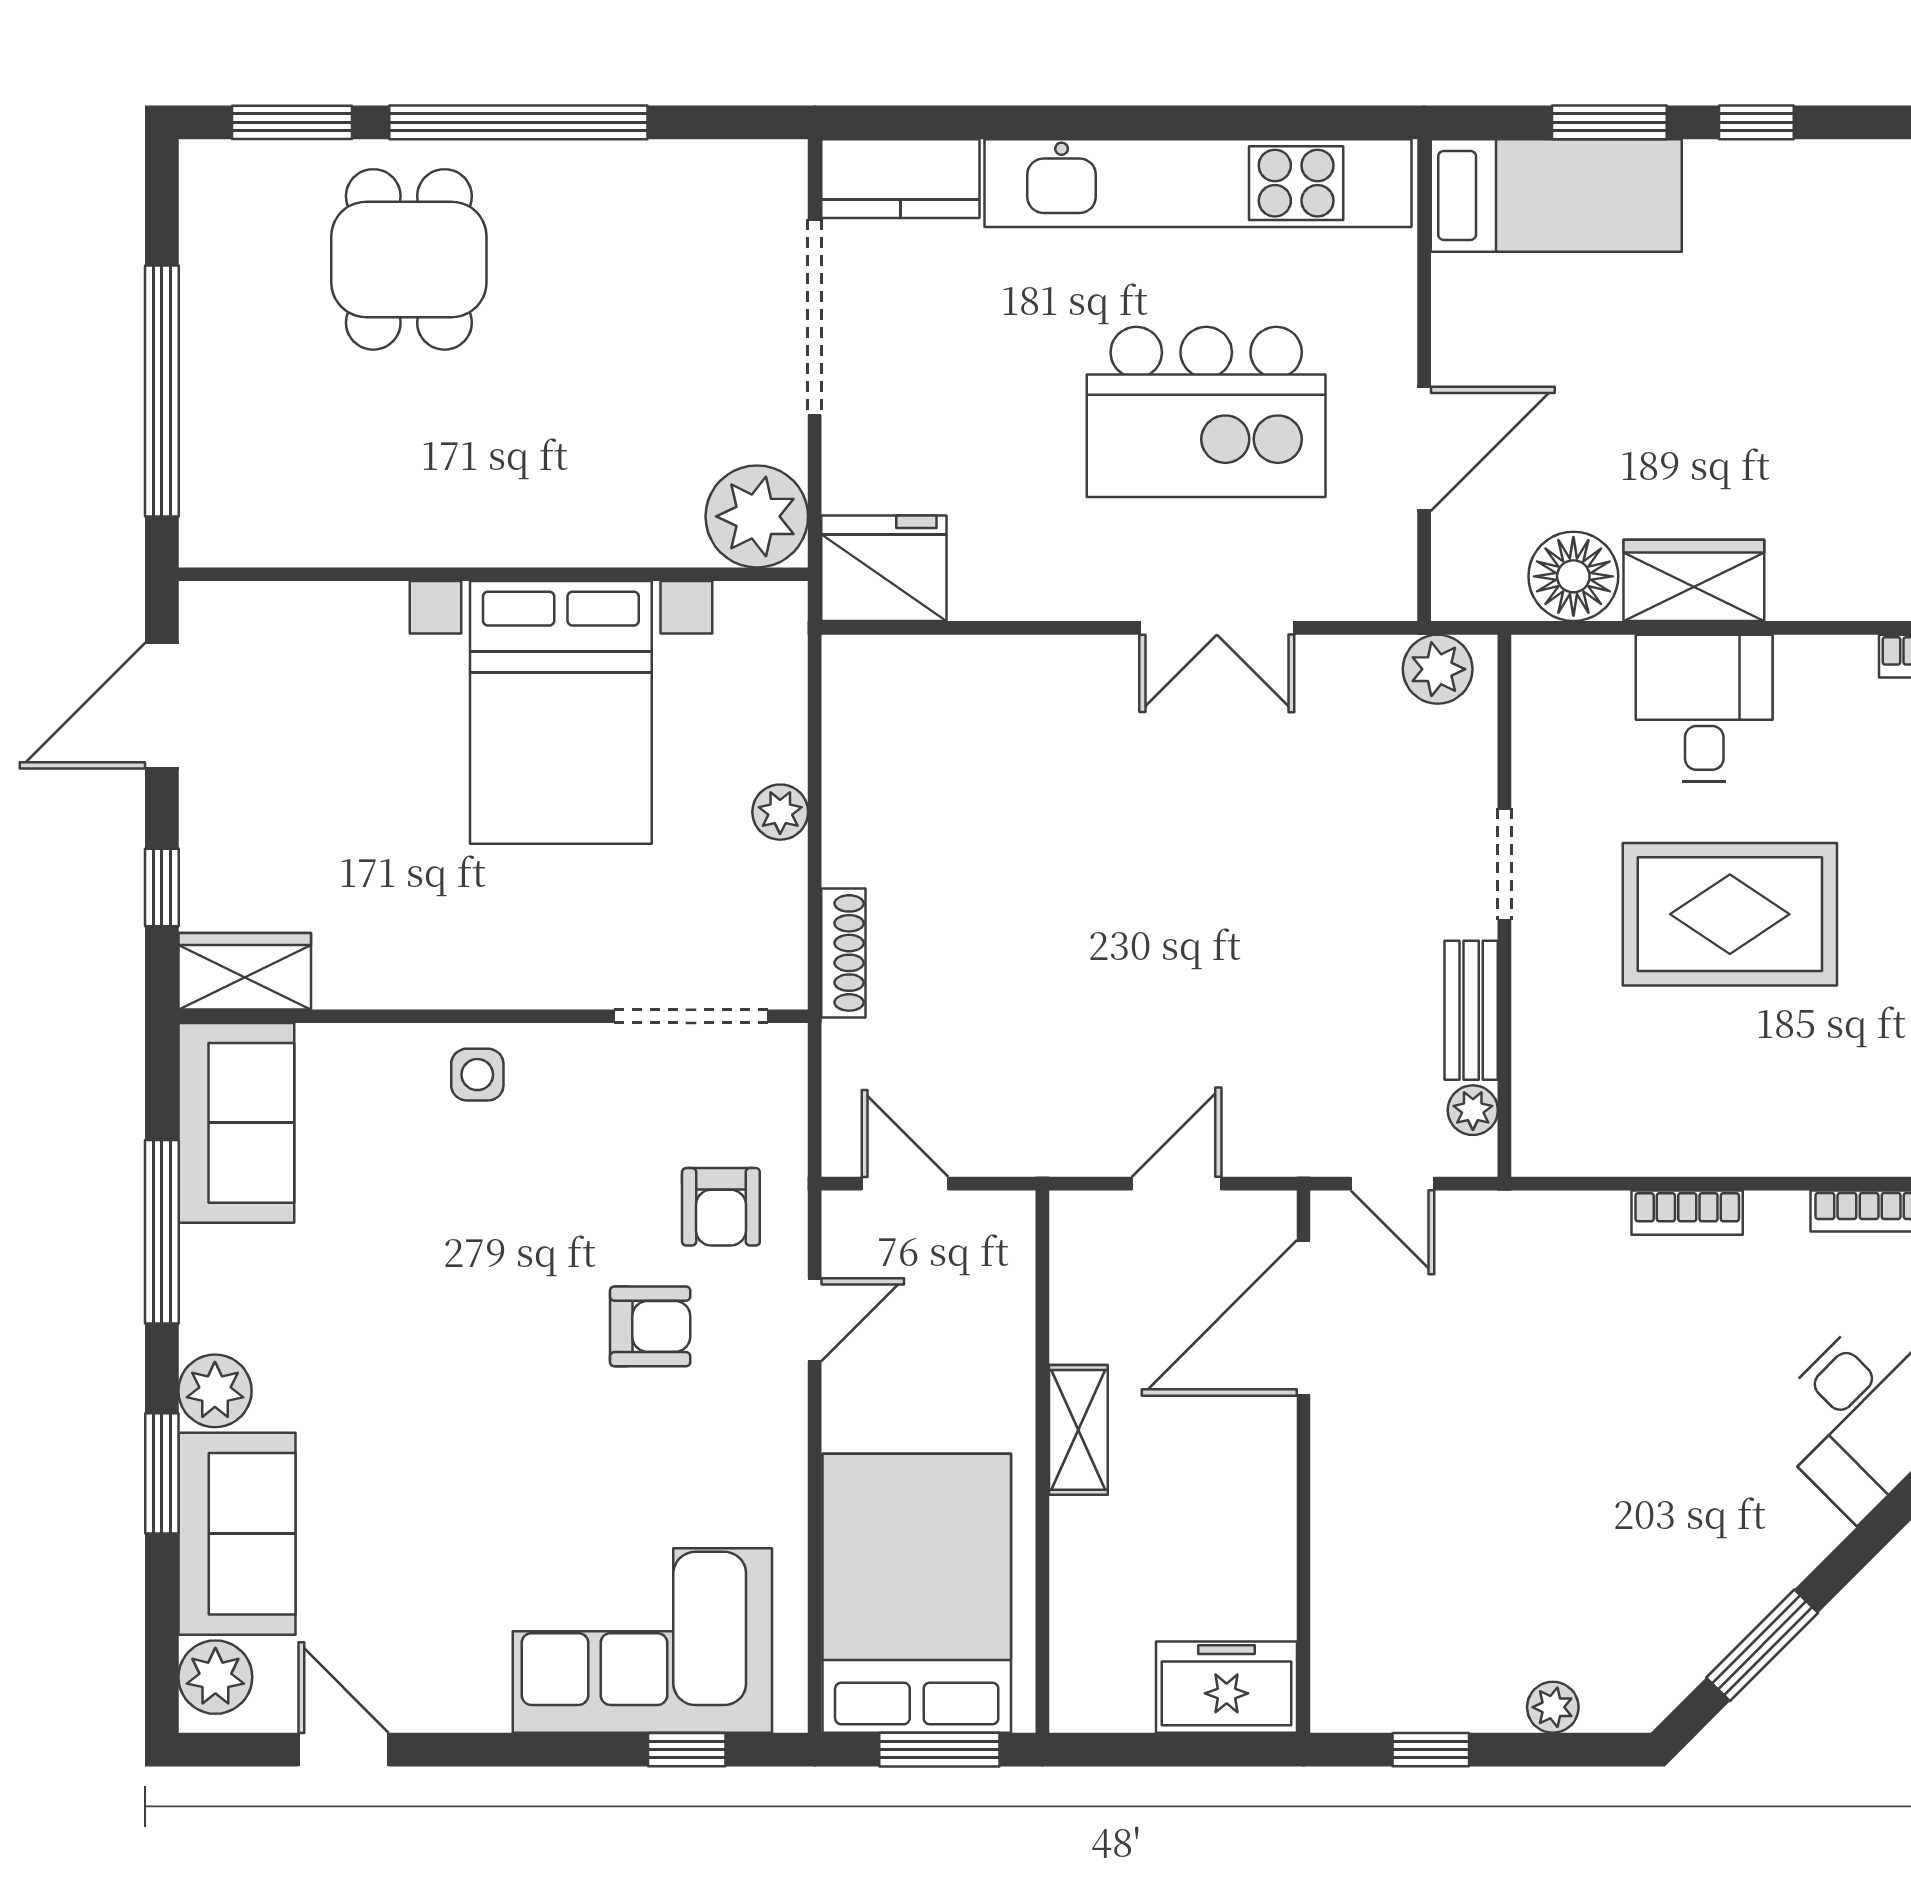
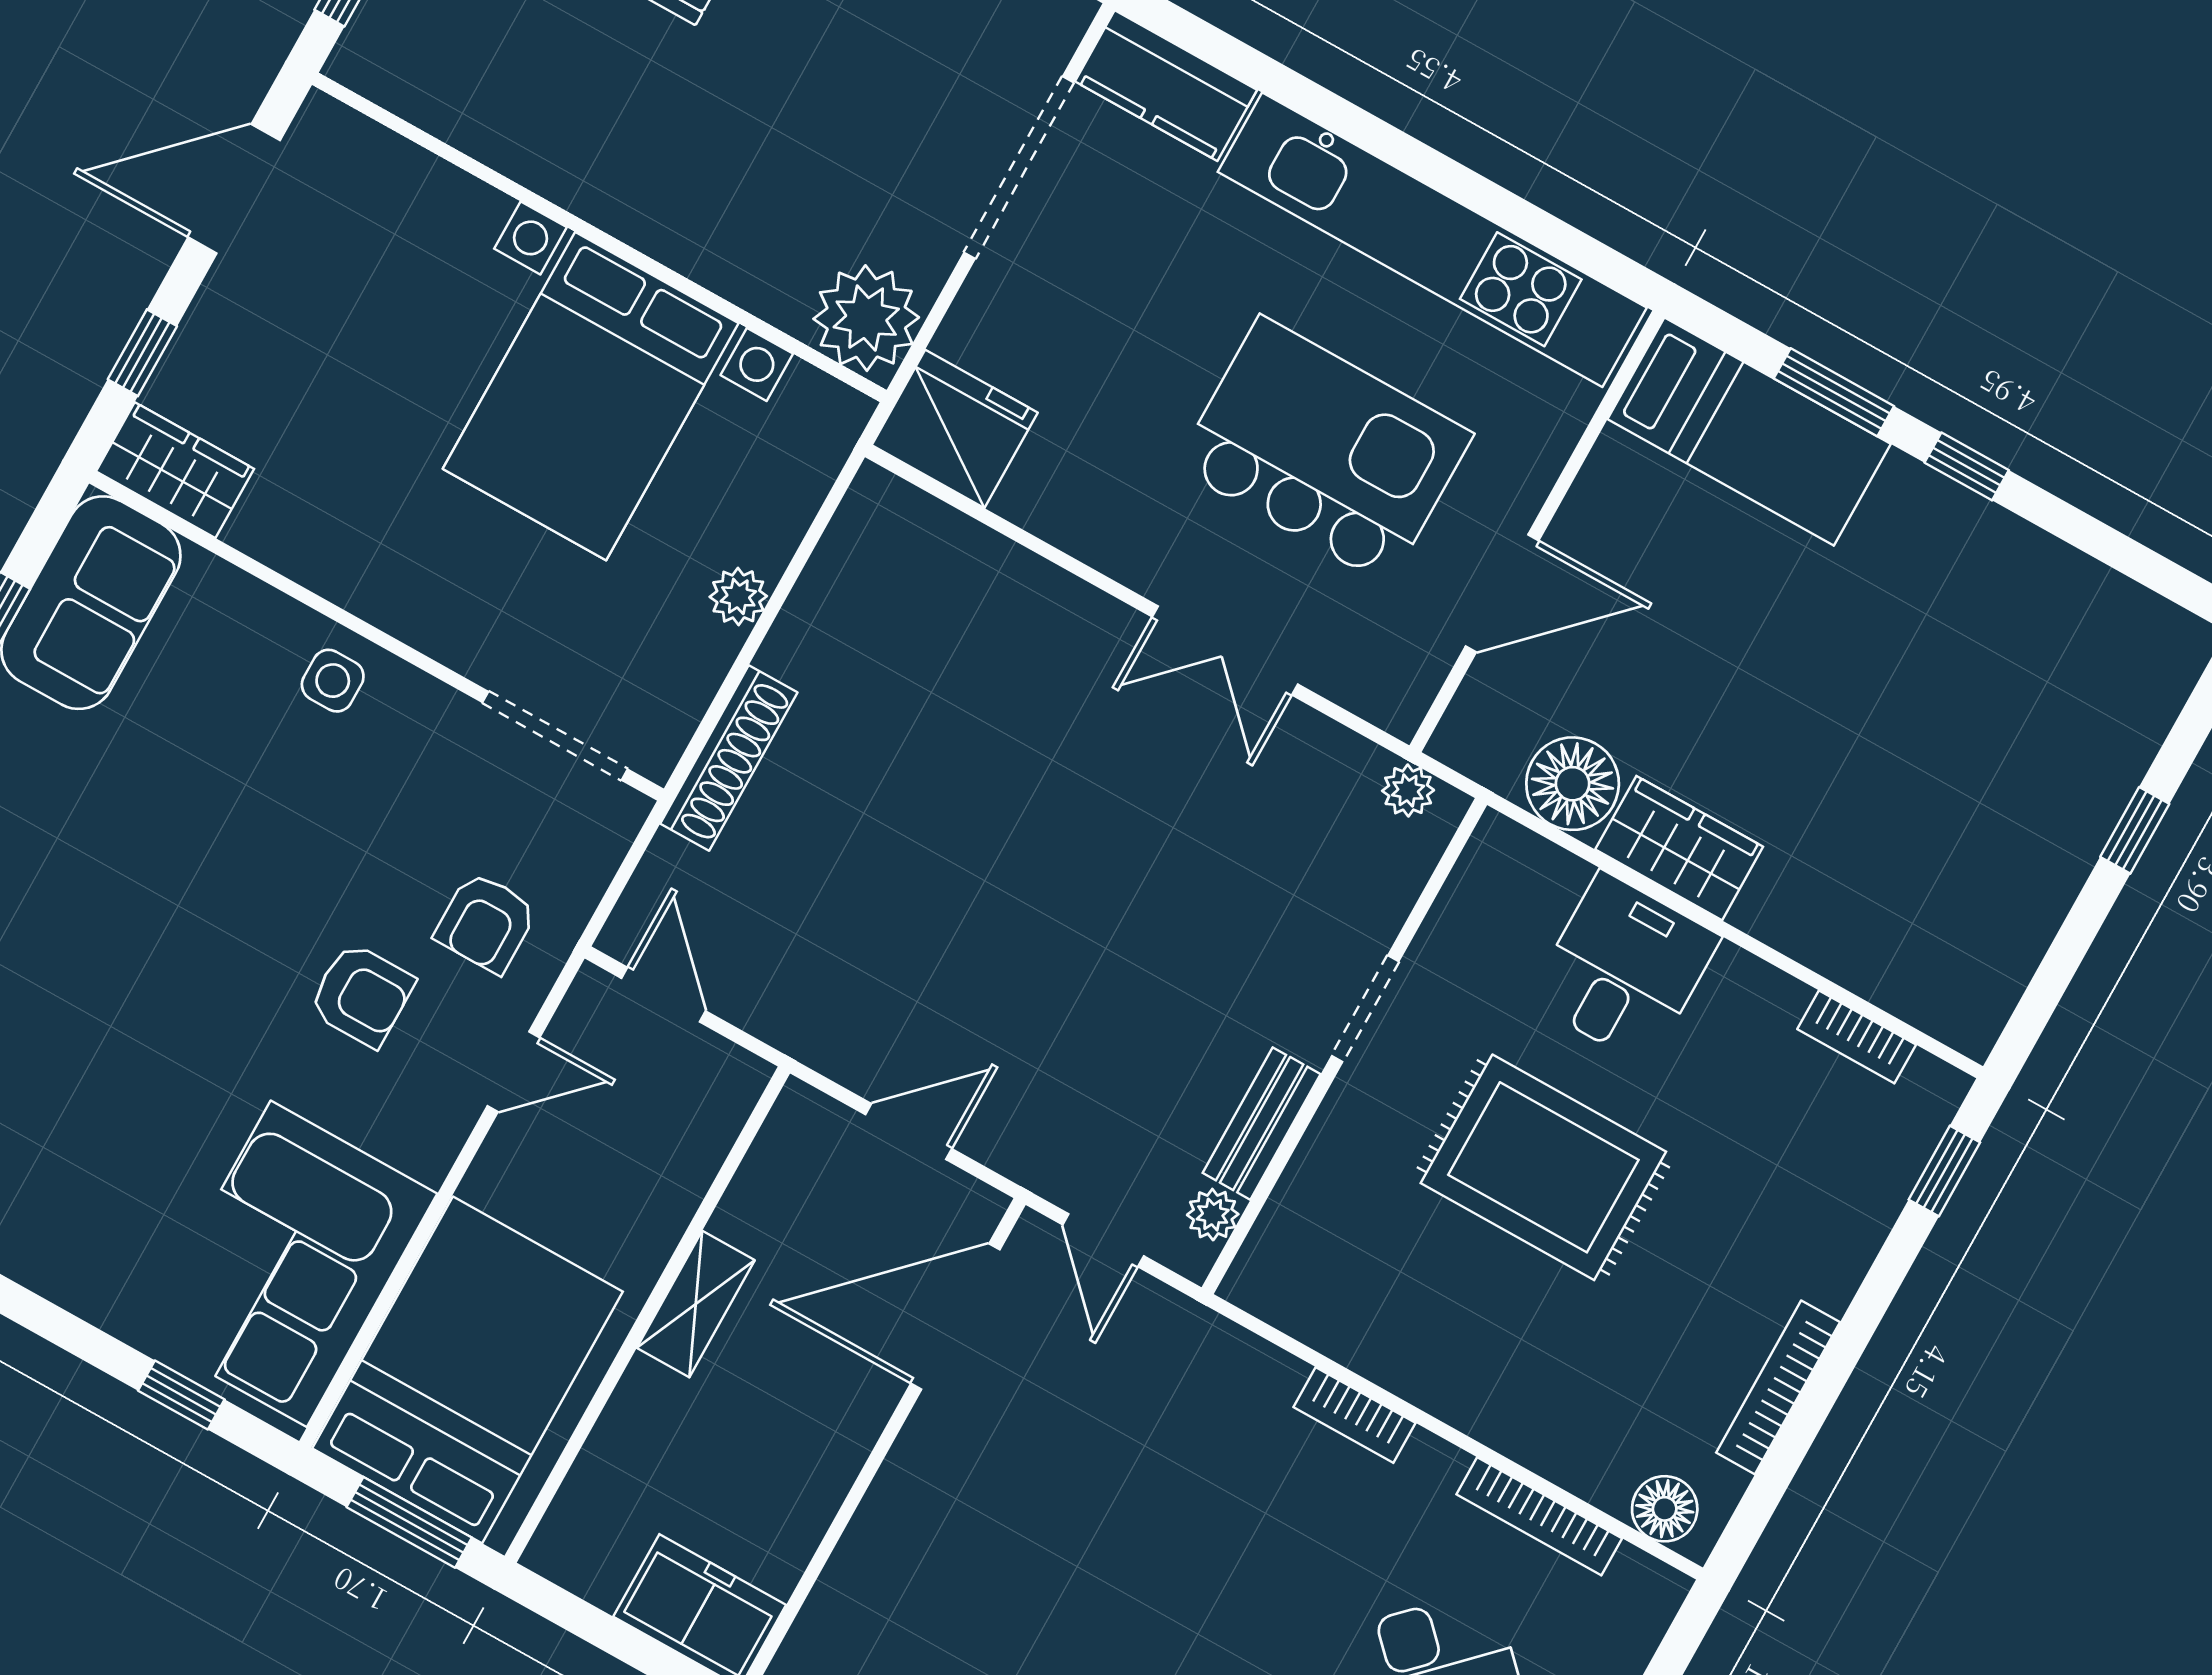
kitchen island: (1206, 412) -> (1324, 450), turned 180
plant: (1438, 669) -> (1408, 790), width x0.73, depth x0.73
shoe rack: (843, 953) -> (729, 758), width x1.36, depth x1.24
corner sofa: (642, 1640) -> (289, 1264), moved, turned -90

